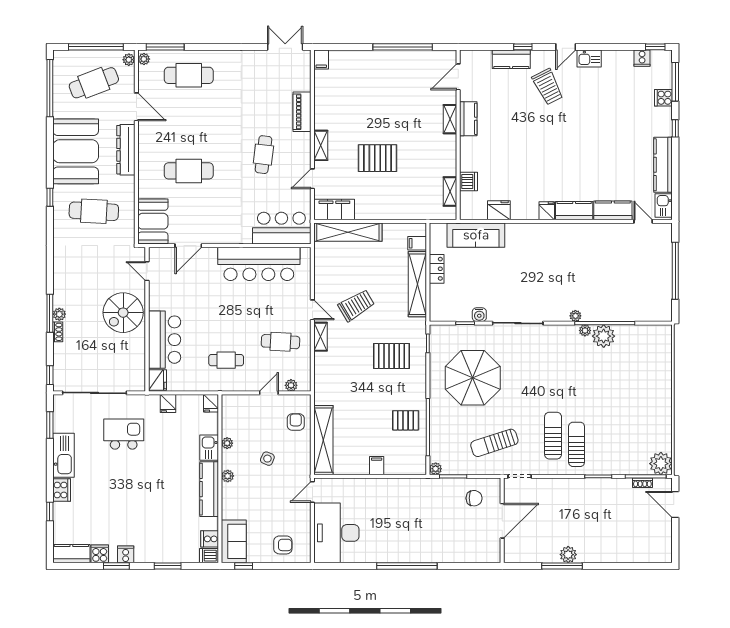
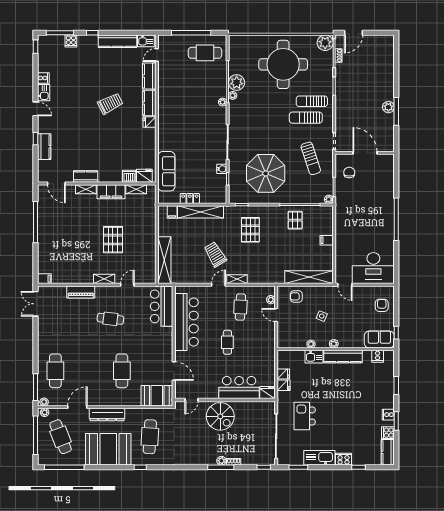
cooker: (642, 58) -> (43, 78), moved
trolley: (548, 87) -> (110, 104), moved
door: (312, 179) -> (127, 285), swing flipped
filing cabinet: (334, 210) -> (111, 192), moved, turned -90
fridge: (499, 210) -> (144, 176), moved, turned 90
cafe table: (646, 291) -> (205, 53), added
cafe table: (226, 360) -> (227, 342), moved
fridge: (211, 403) -> (283, 374), moved
round table: (630, 403) -> (283, 64), added
dishwasher: (209, 556) -> (389, 357), removed

